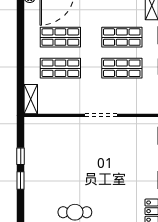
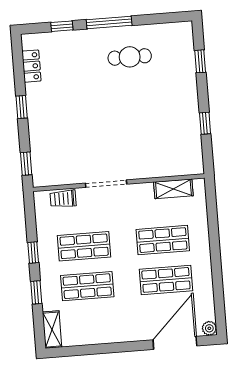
shelving: (31, 99) -> (173, 189), moved, turned 90
trolley: (135, 106) -> (63, 199), added
window: (21, 181) -> (200, 61), moved

